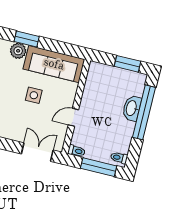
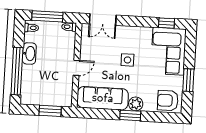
window: (127, 64) -> (50, 111), moved
side table: (34, 95) -> (127, 60), moved
washbasin: (132, 108) -> (29, 53), moved
door: (73, 117) -> (76, 68), moved

